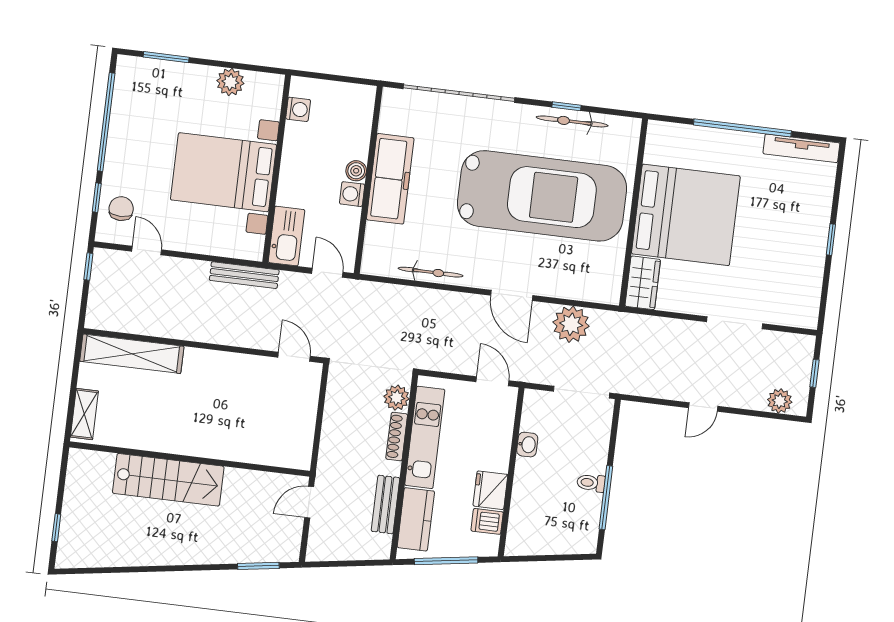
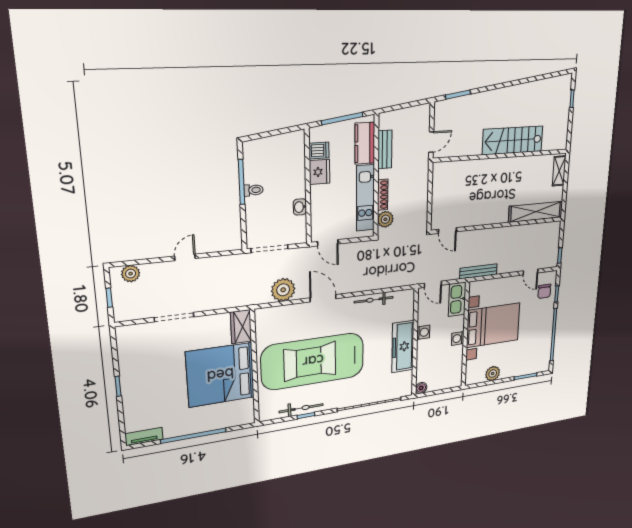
washing machine: (298, 109) -> (458, 338), moved
tv unit: (801, 148) -> (144, 436), width x0.71
boiler: (356, 171) -> (421, 388), moved

